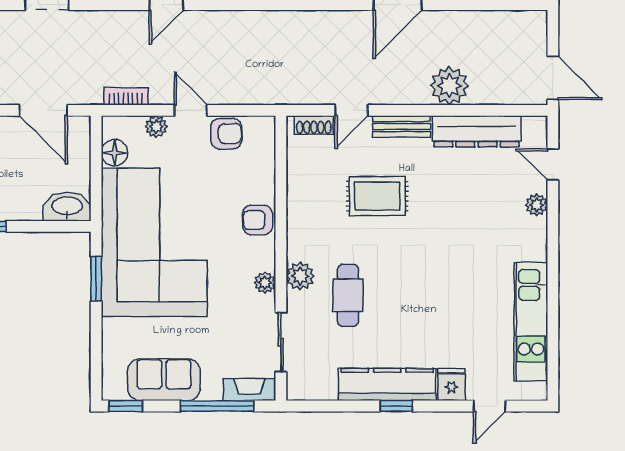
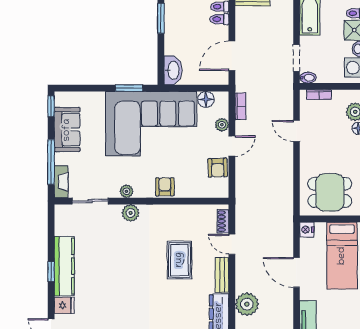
cafe table: (348, 295) -> (119, 242), removed

